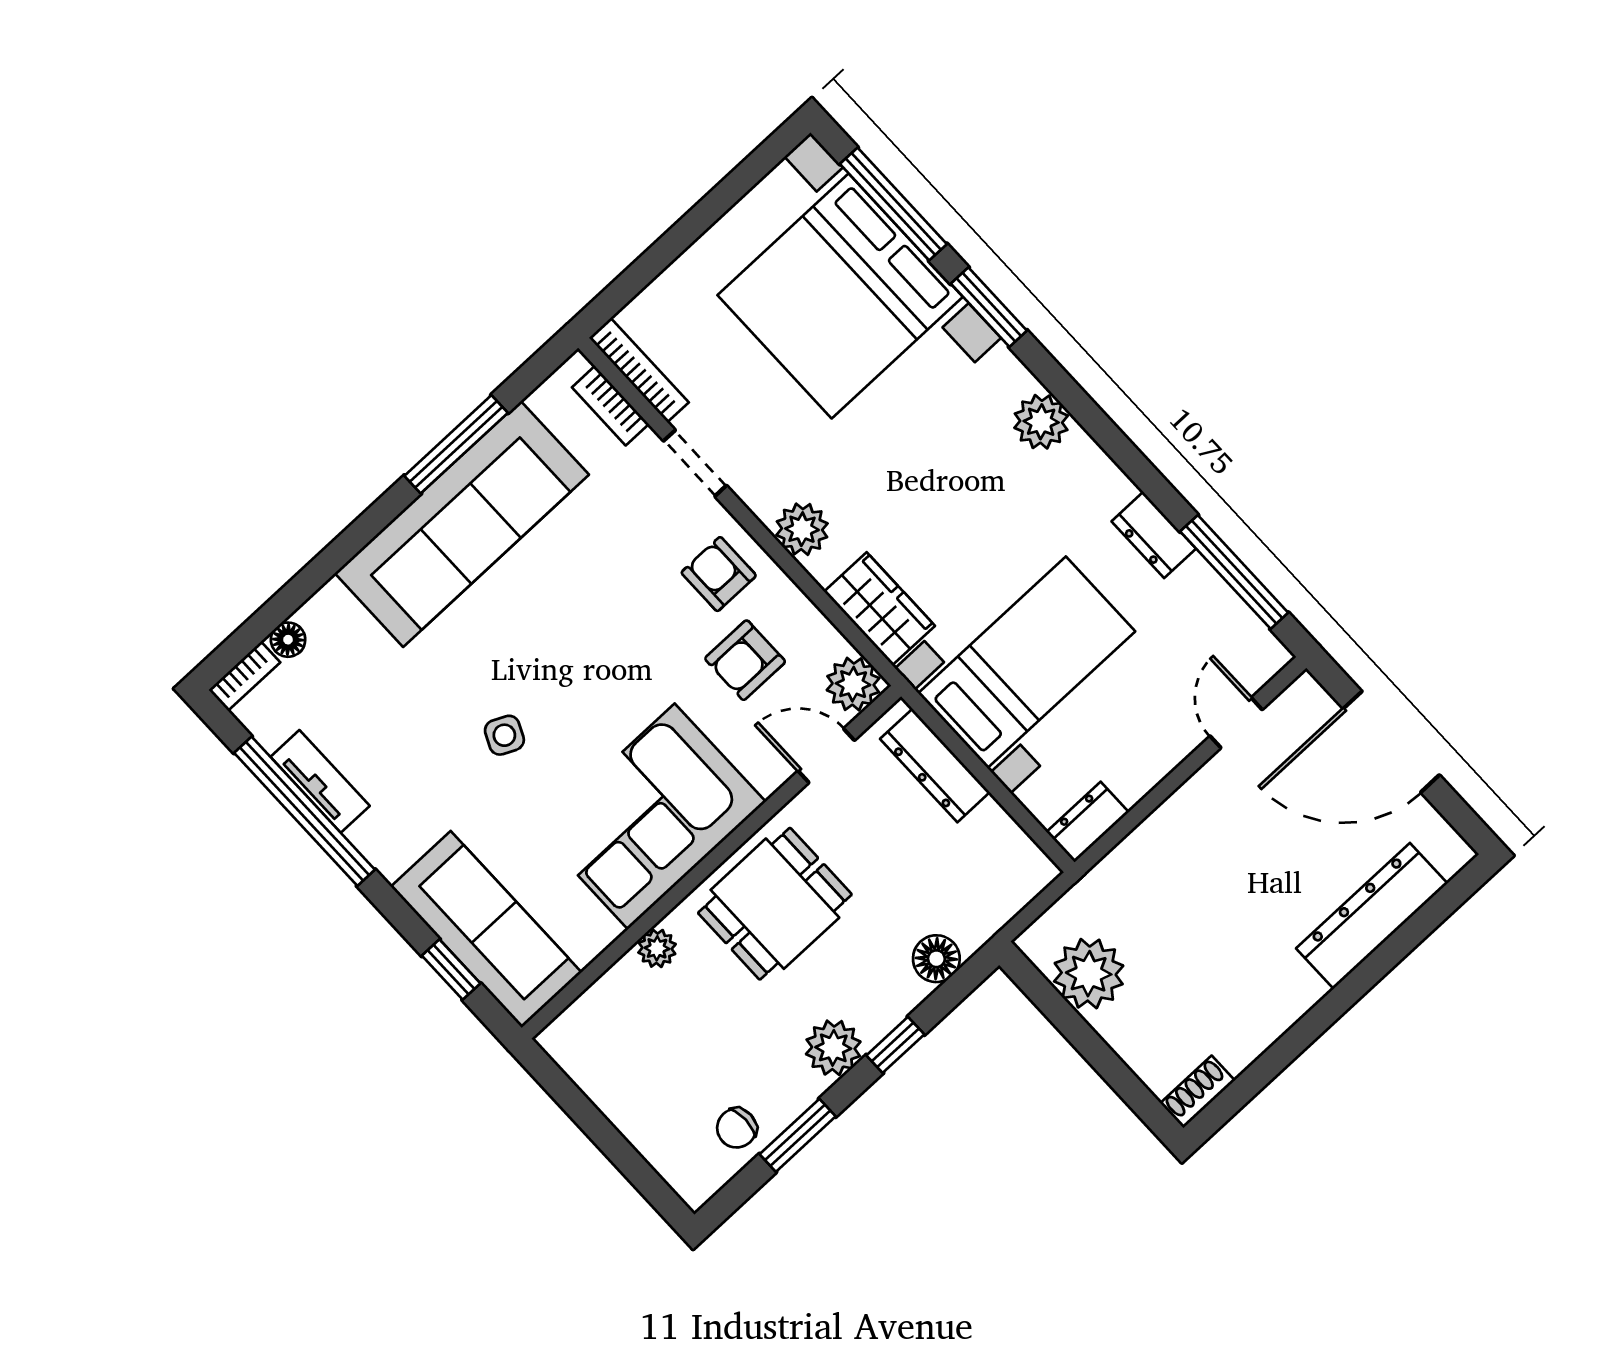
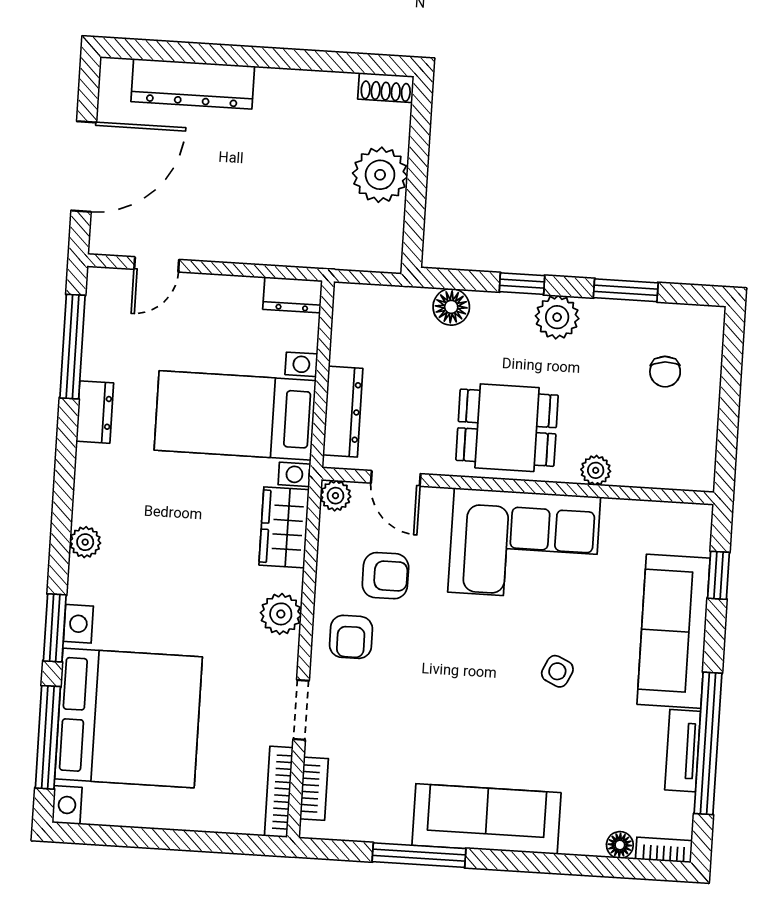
plant: (1041, 422) -> (85, 542), width x0.73, depth x0.73
sofa: (462, 524) -> (486, 819), width x0.74, depth x0.79
plant: (853, 684) -> (335, 496), width x0.73, depth x0.73
door: (1391, 742) -> (84, 166), hinge flipped
sofa: (486, 929) -> (674, 631), moved
plant: (1089, 974) -> (380, 175), moved
chair: (737, 1128) -> (665, 372), moved, turned 86

